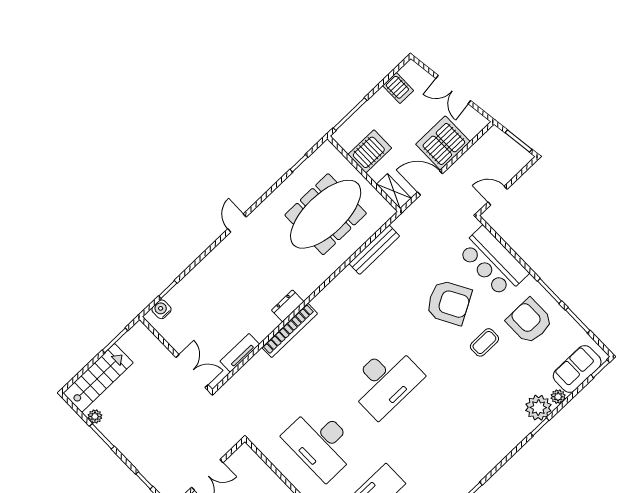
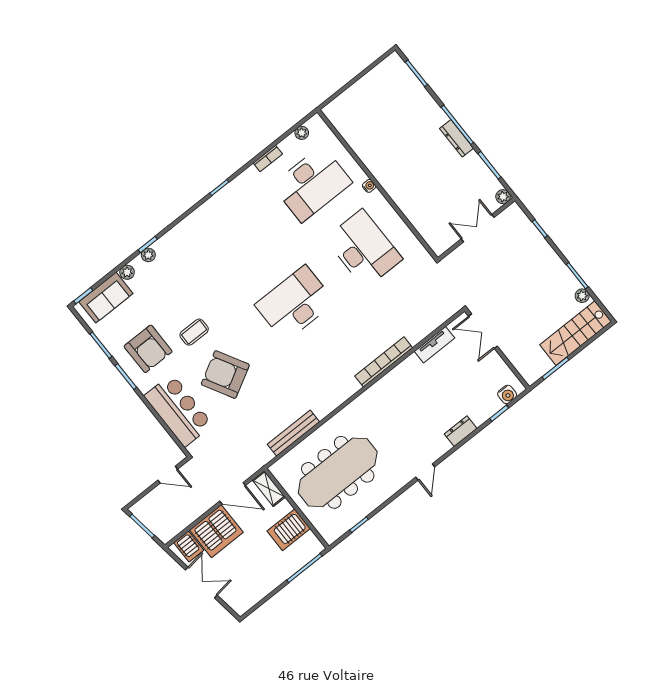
server rack: (398, 88) -> (189, 546), moved, turned 180
dresser: (288, 306) -> (461, 431), moved, turned 180
plant: (538, 408) -> (148, 255), width x0.53, depth x0.53

